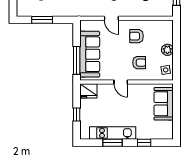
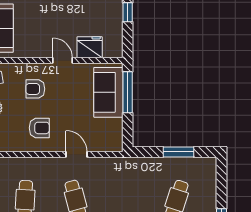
sofa: (90, 54) -> (108, 92), width x0.73
fridge: (88, 91) -> (90, 47), moved

